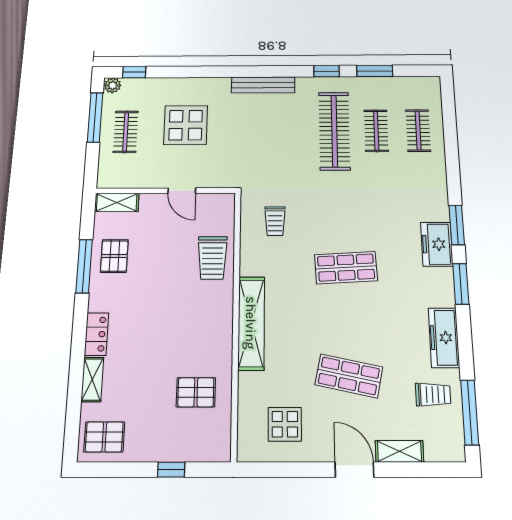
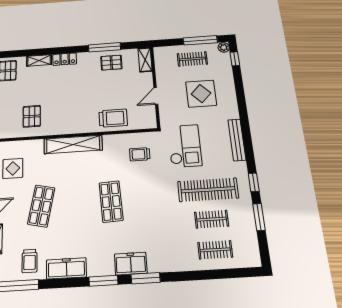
checkout: (267, 156) -> (185, 146), added
trolley: (212, 258) -> (113, 118), turned 180

